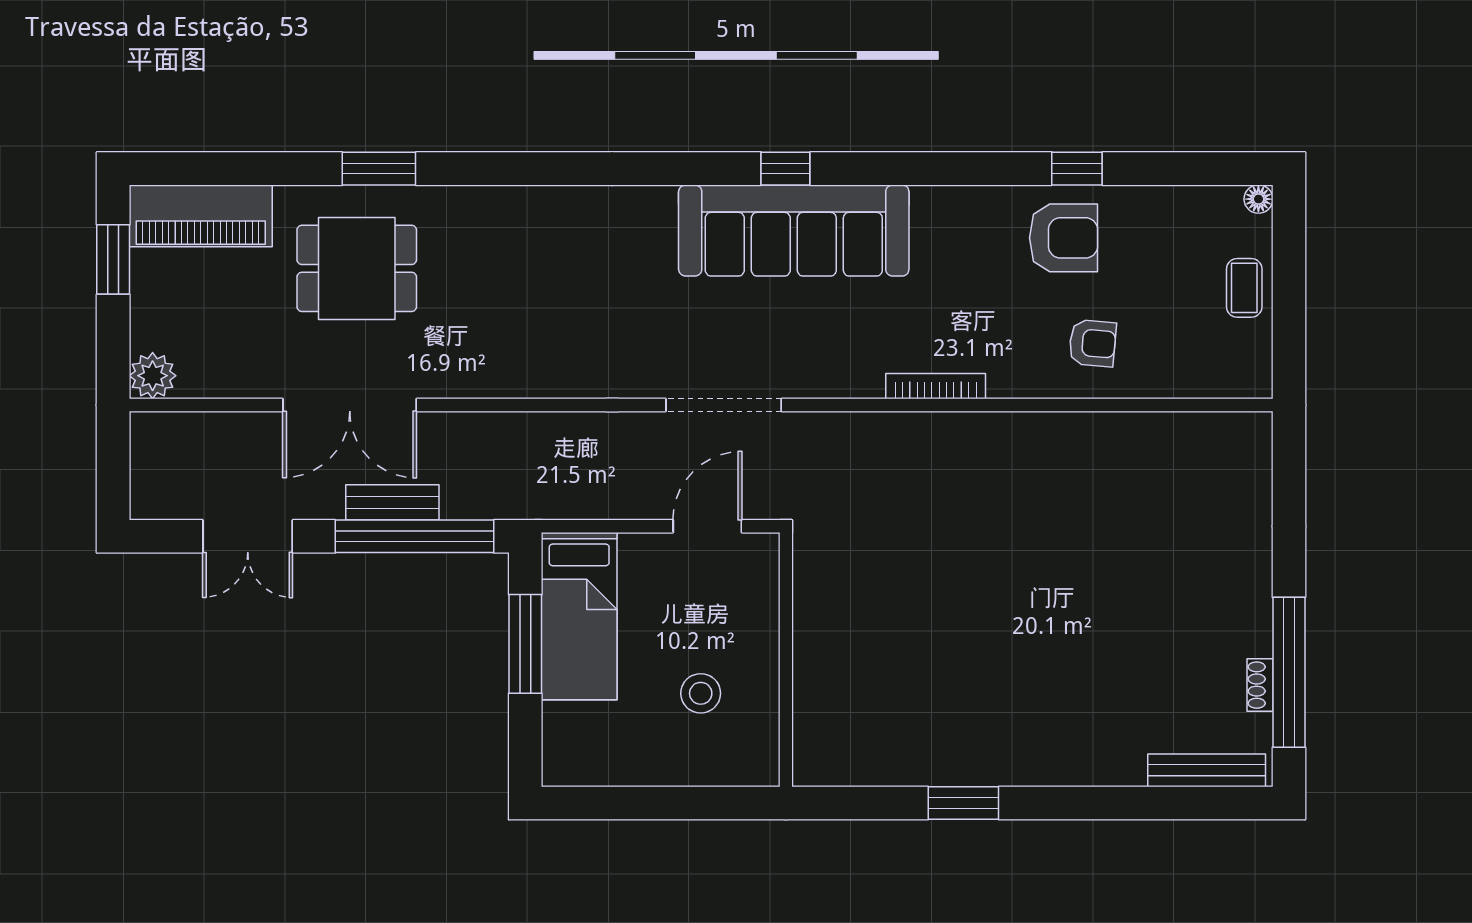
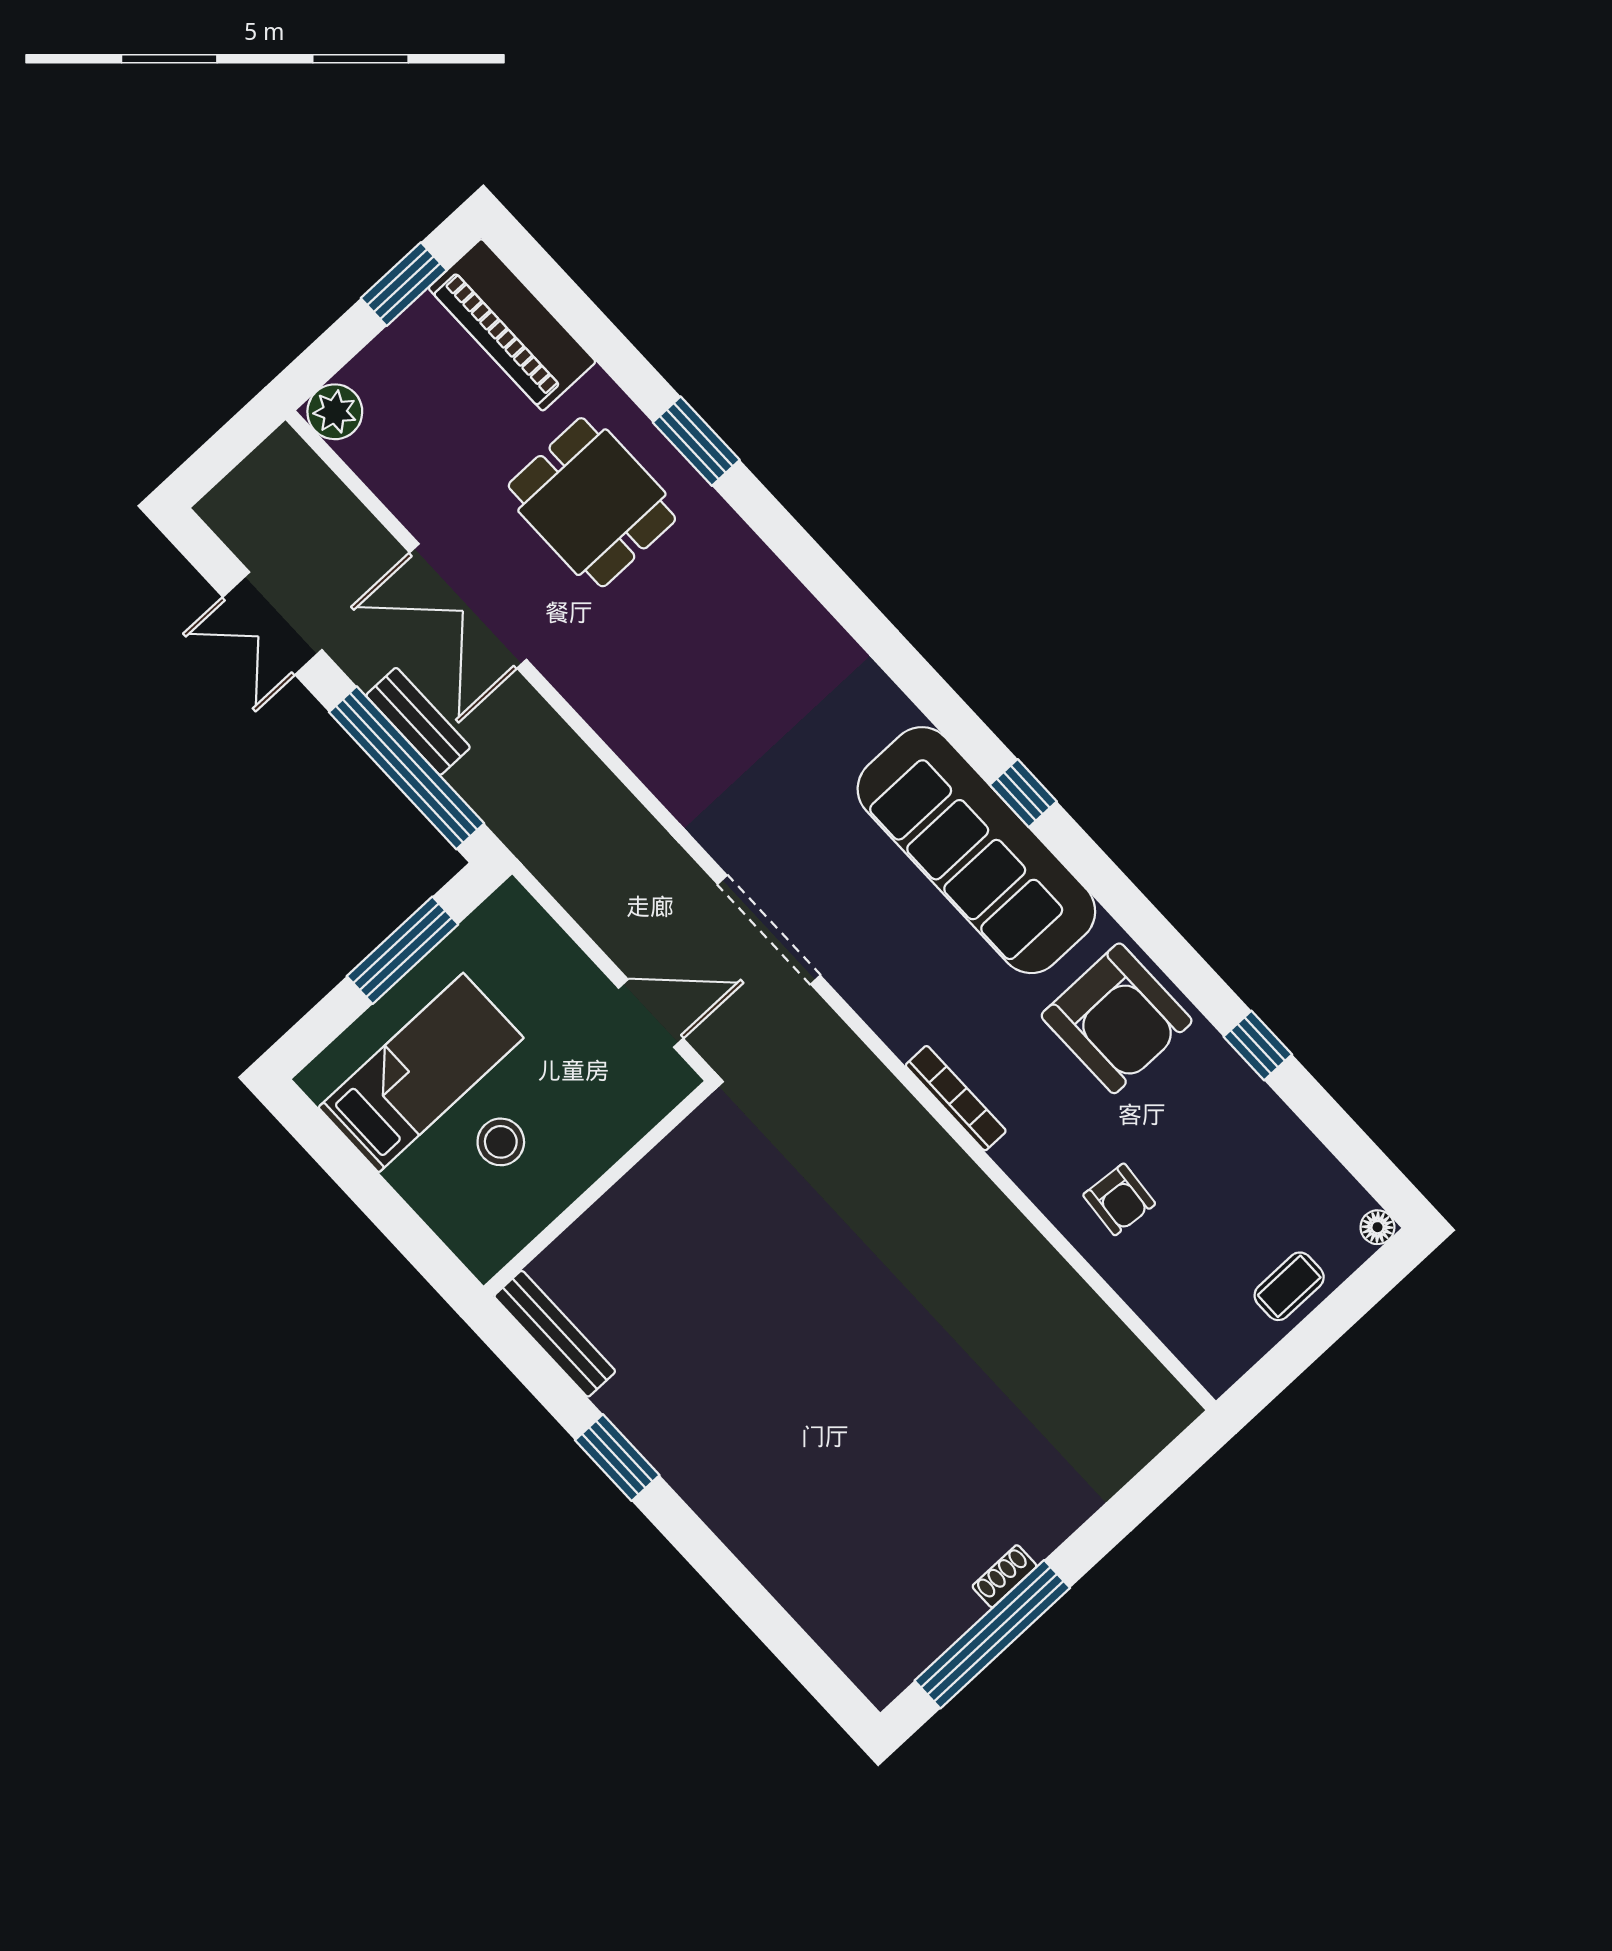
armchair: (1063, 238) -> (1117, 1018), moved, width x1.36, depth x1.36
bed: (579, 616) -> (421, 1073), moved, turned 180
shoe rack: (1260, 685) -> (1004, 1576), moved
bench: (1207, 770) -> (555, 1334), moved

